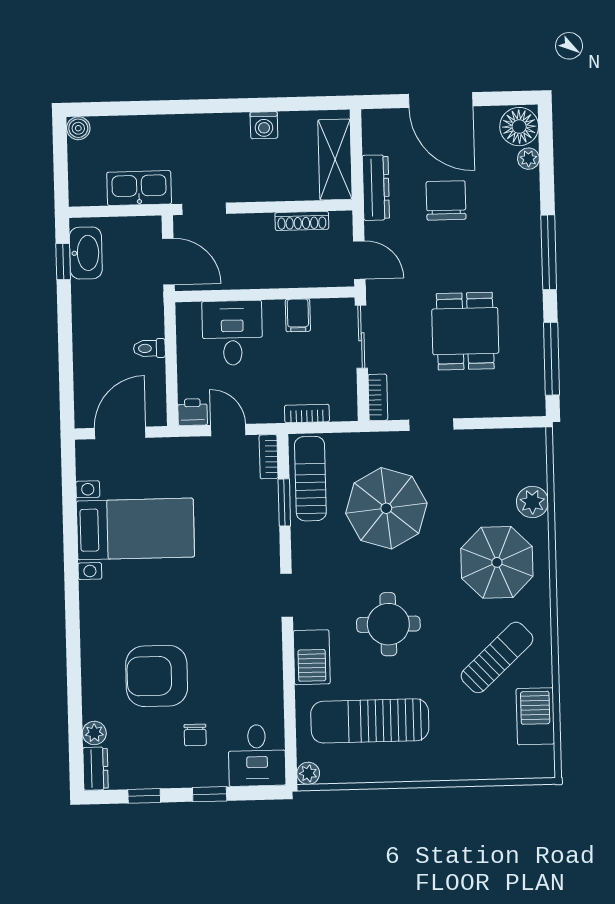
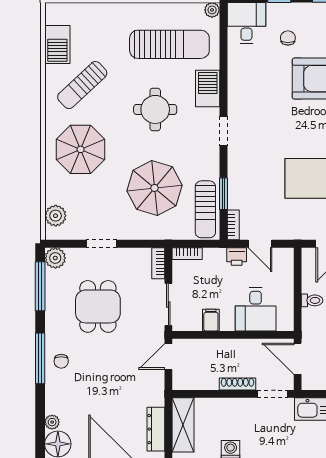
dresser: (376, 188) -> (156, 429), moved
chair: (446, 200) -> (61, 361), moved, width x0.54, depth x0.54
shoe rack: (302, 221) -> (238, 384), moved
door: (359, 260) -> (168, 356), hinge flipped
plant: (530, 401) -> (55, 258), added
printer: (193, 412) -> (237, 256), moved
bookcase: (307, 413) -> (187, 254), moved
doorway: (431, 425) -> (102, 244), moved
plant: (532, 502) -> (56, 216), moved

